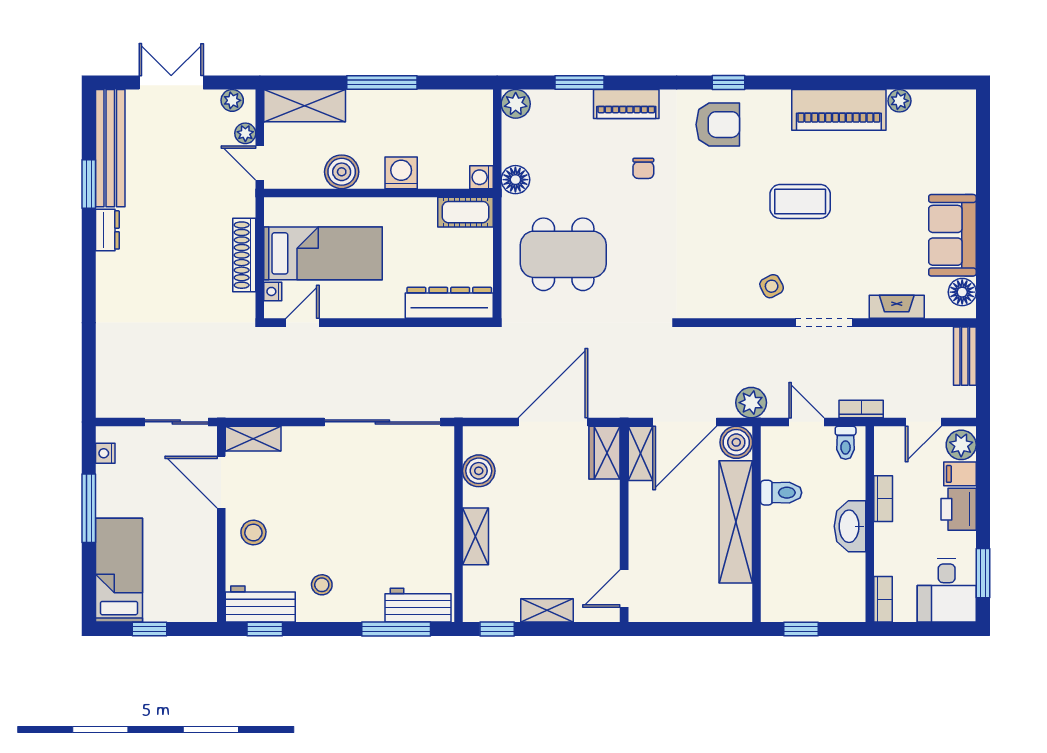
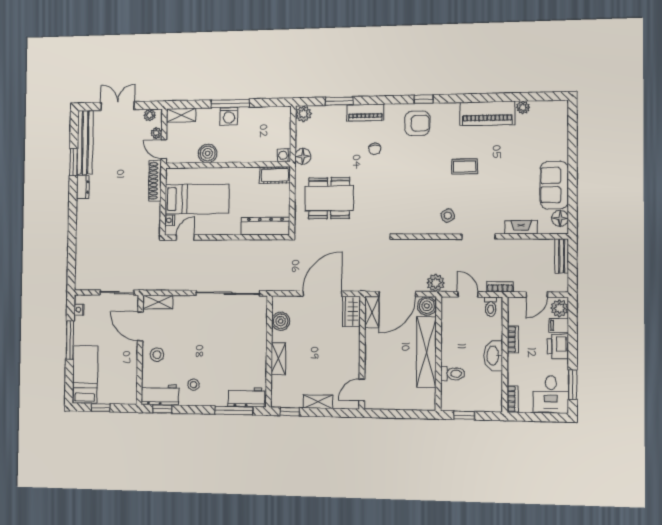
shelving: (305, 106) -> (181, 115), width x0.67, depth x0.75
washing machine: (401, 173) -> (229, 116), moved, turned 180
coffee table: (800, 201) -> (465, 167), width x0.73, depth x0.77
shoe rack: (244, 255) -> (155, 181), moved
toilet: (781, 493) -> (453, 374), moved

